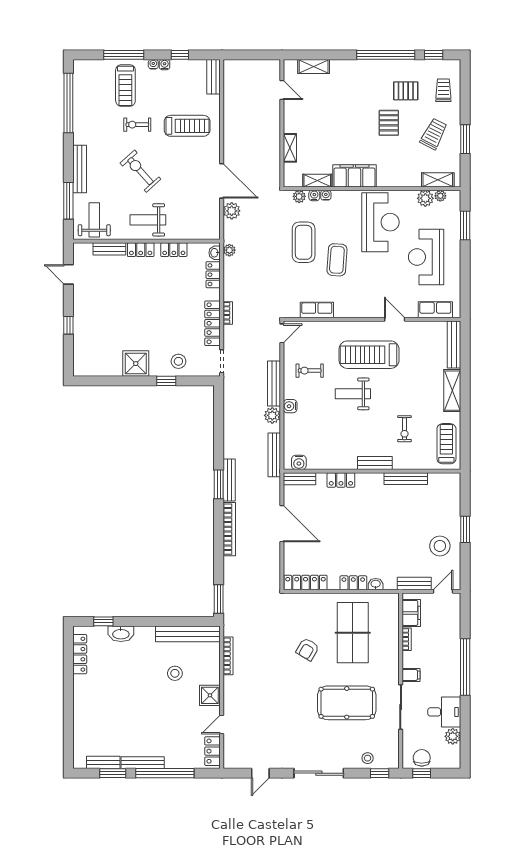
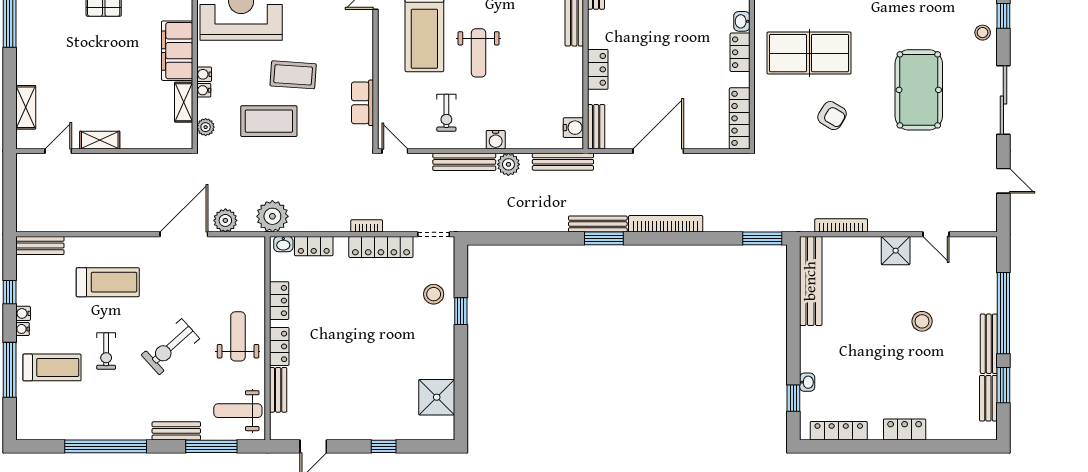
window: (68, 103) -> (106, 446), moved
treadmill: (187, 126) -> (108, 282), turned 90
shelving: (290, 148) -> (100, 140), moved
bench: (80, 169) -> (176, 431), width x0.73
water cooler: (314, 195) -> (204, 74), moved
weight bench: (148, 220) -> (238, 336), turned 180
plant: (229, 250) -> (272, 216), width x1.87, depth x1.87
shower: (136, 364) -> (437, 397), moved
washbasin: (121, 634) -> (807, 382), width x0.52, depth x0.69
stool: (175, 673) -> (922, 321), moved
pool table: (347, 703) -> (919, 90), moved
locker: (213, 751) -> (905, 429), moved, turned 180

